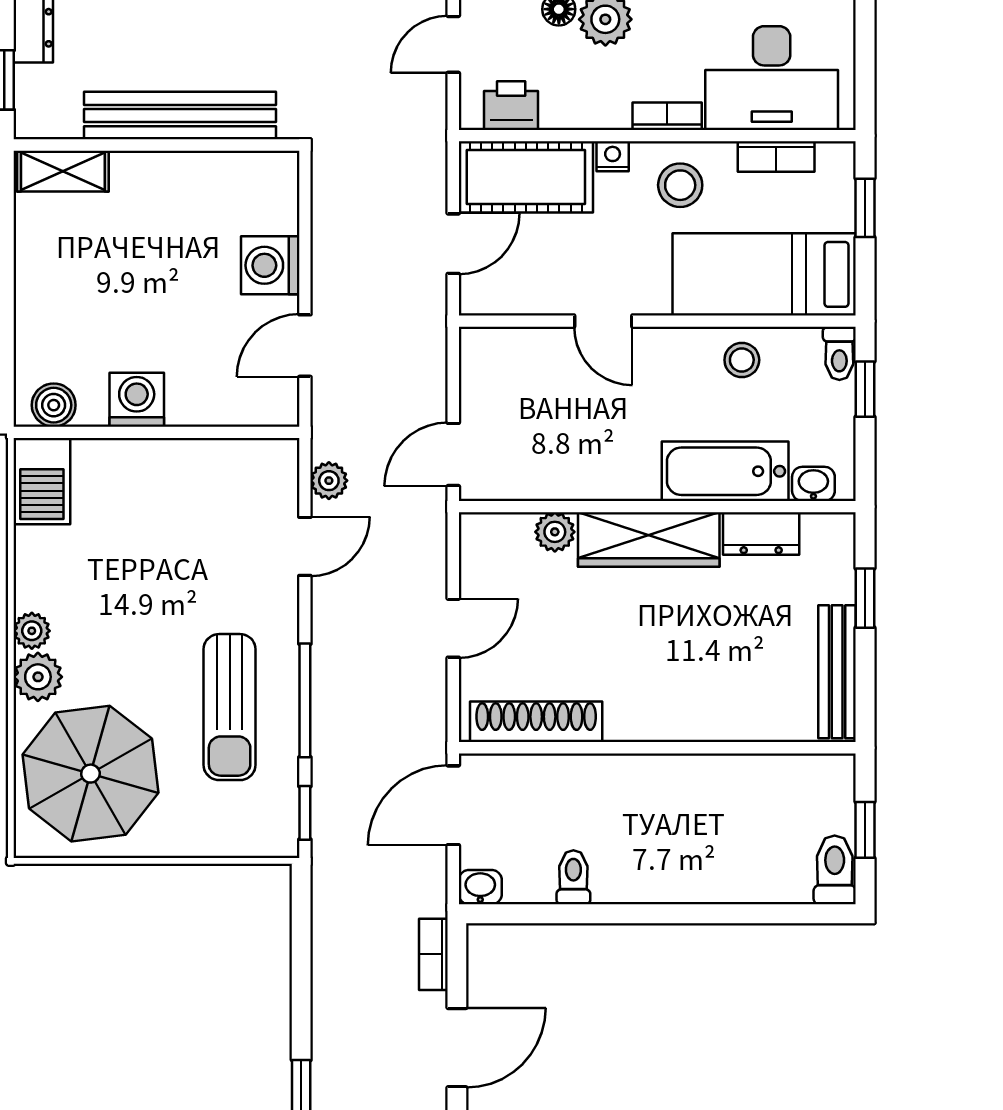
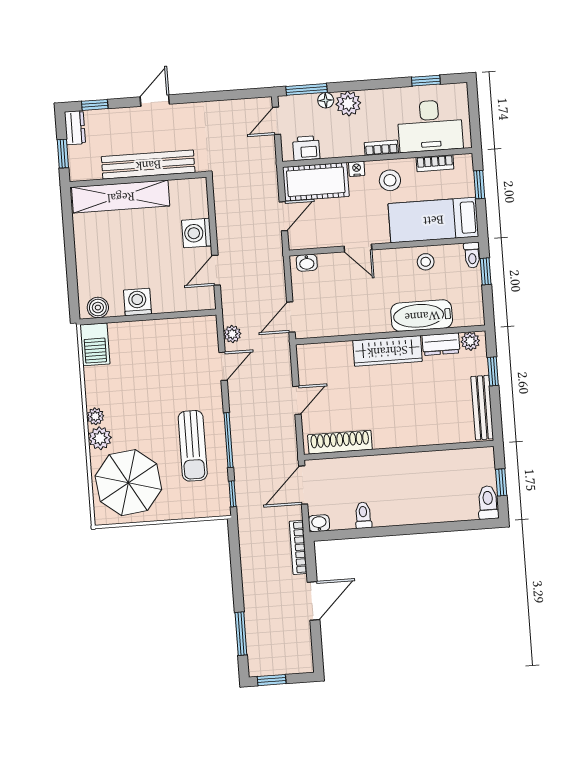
shelving: (63, 171) -> (121, 197), width x2.20, depth x1.33
washbasin: (813, 484) -> (307, 263), moved, turned 180
plant: (555, 532) -> (470, 341), moved
bookcase: (433, 954) -> (298, 547), width x1.56

